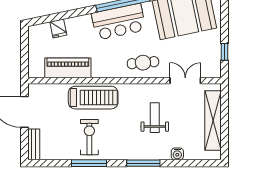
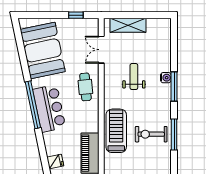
weight bench: (155, 118) -> (134, 77), turned 90
shelving: (213, 120) -> (128, 25), width x0.68
water cooler: (177, 154) -> (166, 78), moved

